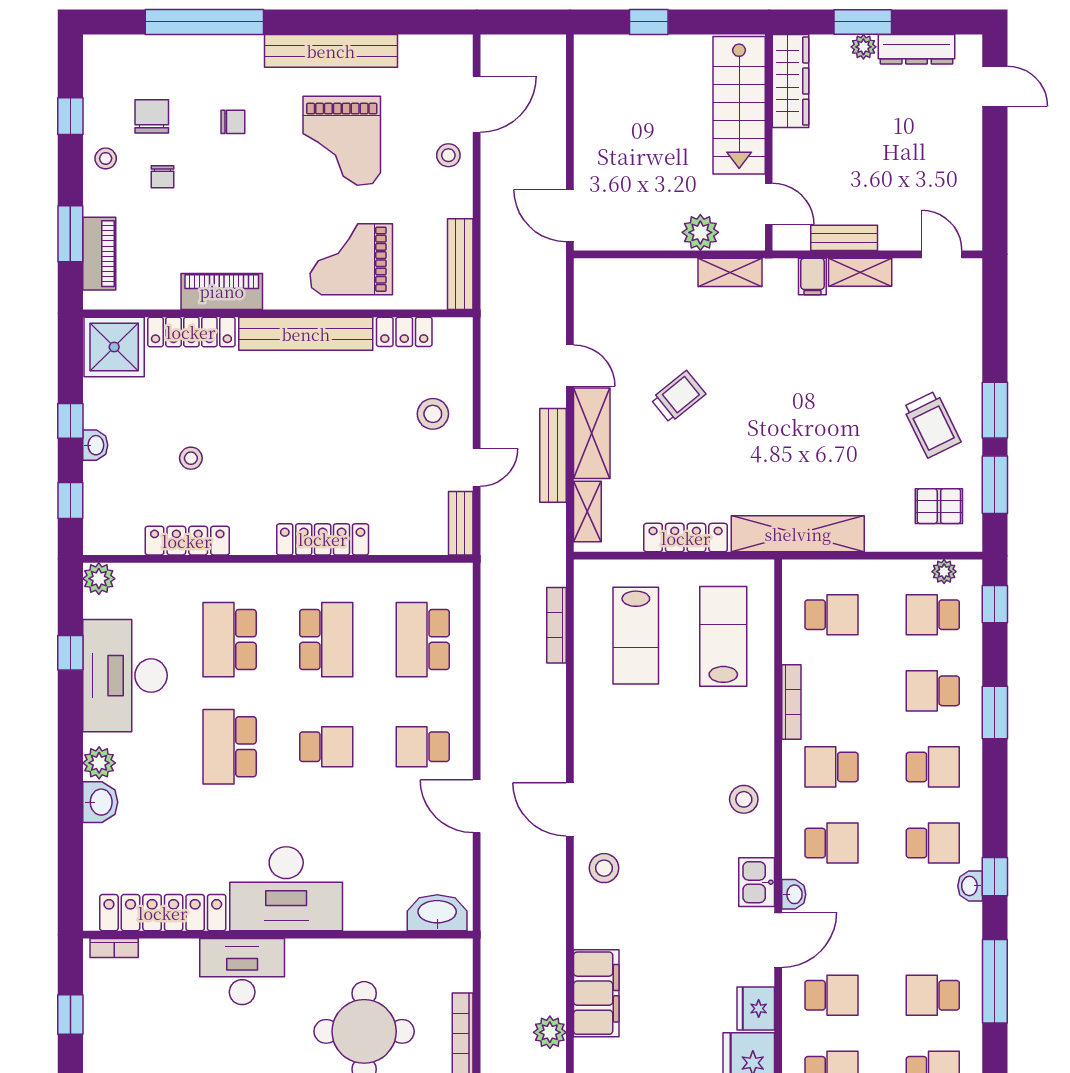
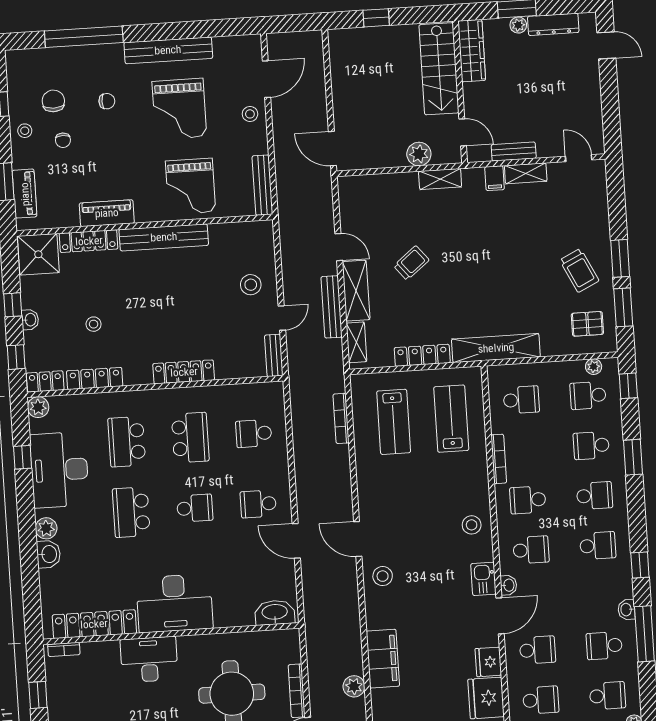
grand piano: (351, 259) -> (191, 186), turned -90
locker: (404, 332) -> (45, 381), moved, turned 180
school desk: (423, 640) -> (254, 434), width x0.54
washbasin: (970, 886) -> (627, 610), moved

